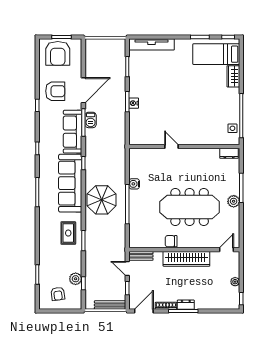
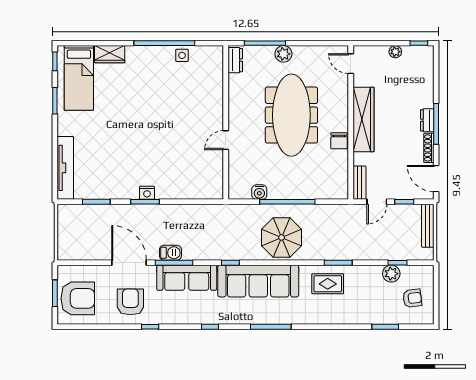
door: (171, 147) -> (226, 140), moved
wall: (184, 147) -> (226, 122), moved
dresser: (229, 153) -> (235, 60), moved

